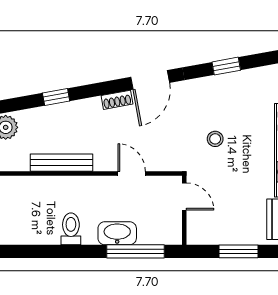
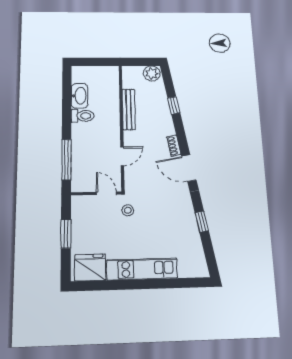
stool: (215, 139) -> (128, 210), moved
door: (184, 196) -> (106, 193), swing flipped
washbasin: (117, 233) -> (79, 96), moved

